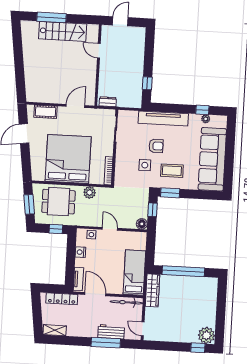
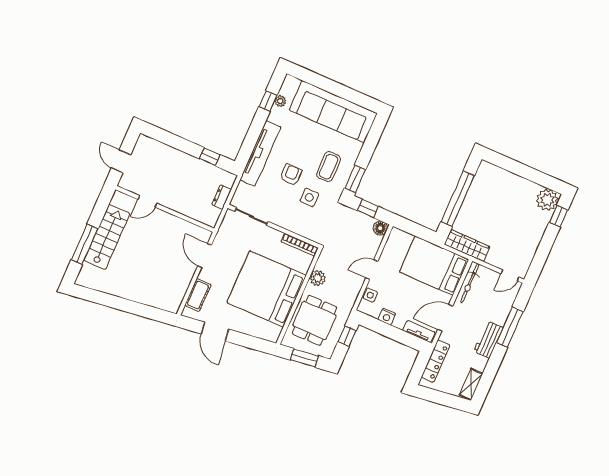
dresser: (108, 102) -> (222, 197), moved
bed: (134, 273) -> (434, 266), width x1.50
workbench: (111, 332) -> (488, 339), moved

